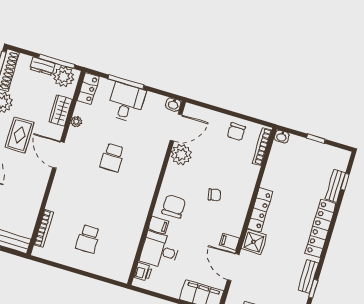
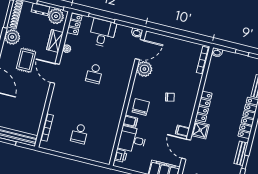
chair: (236, 132) -> (184, 50), removed

